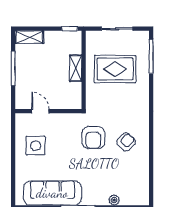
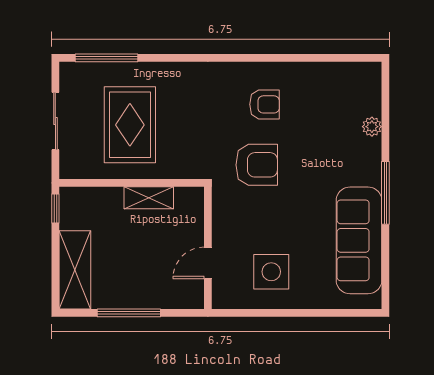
shelving: (29, 37) -> (75, 270), width x1.50, depth x1.33
shelving: (76, 68) -> (149, 198), moved
armchair: (126, 142) -> (265, 104), turned 136

